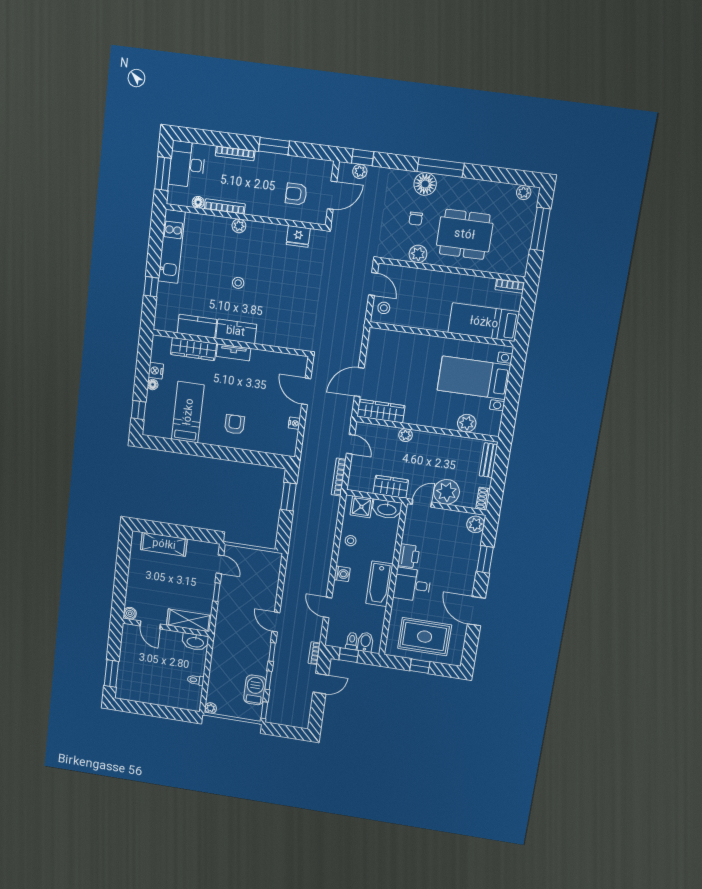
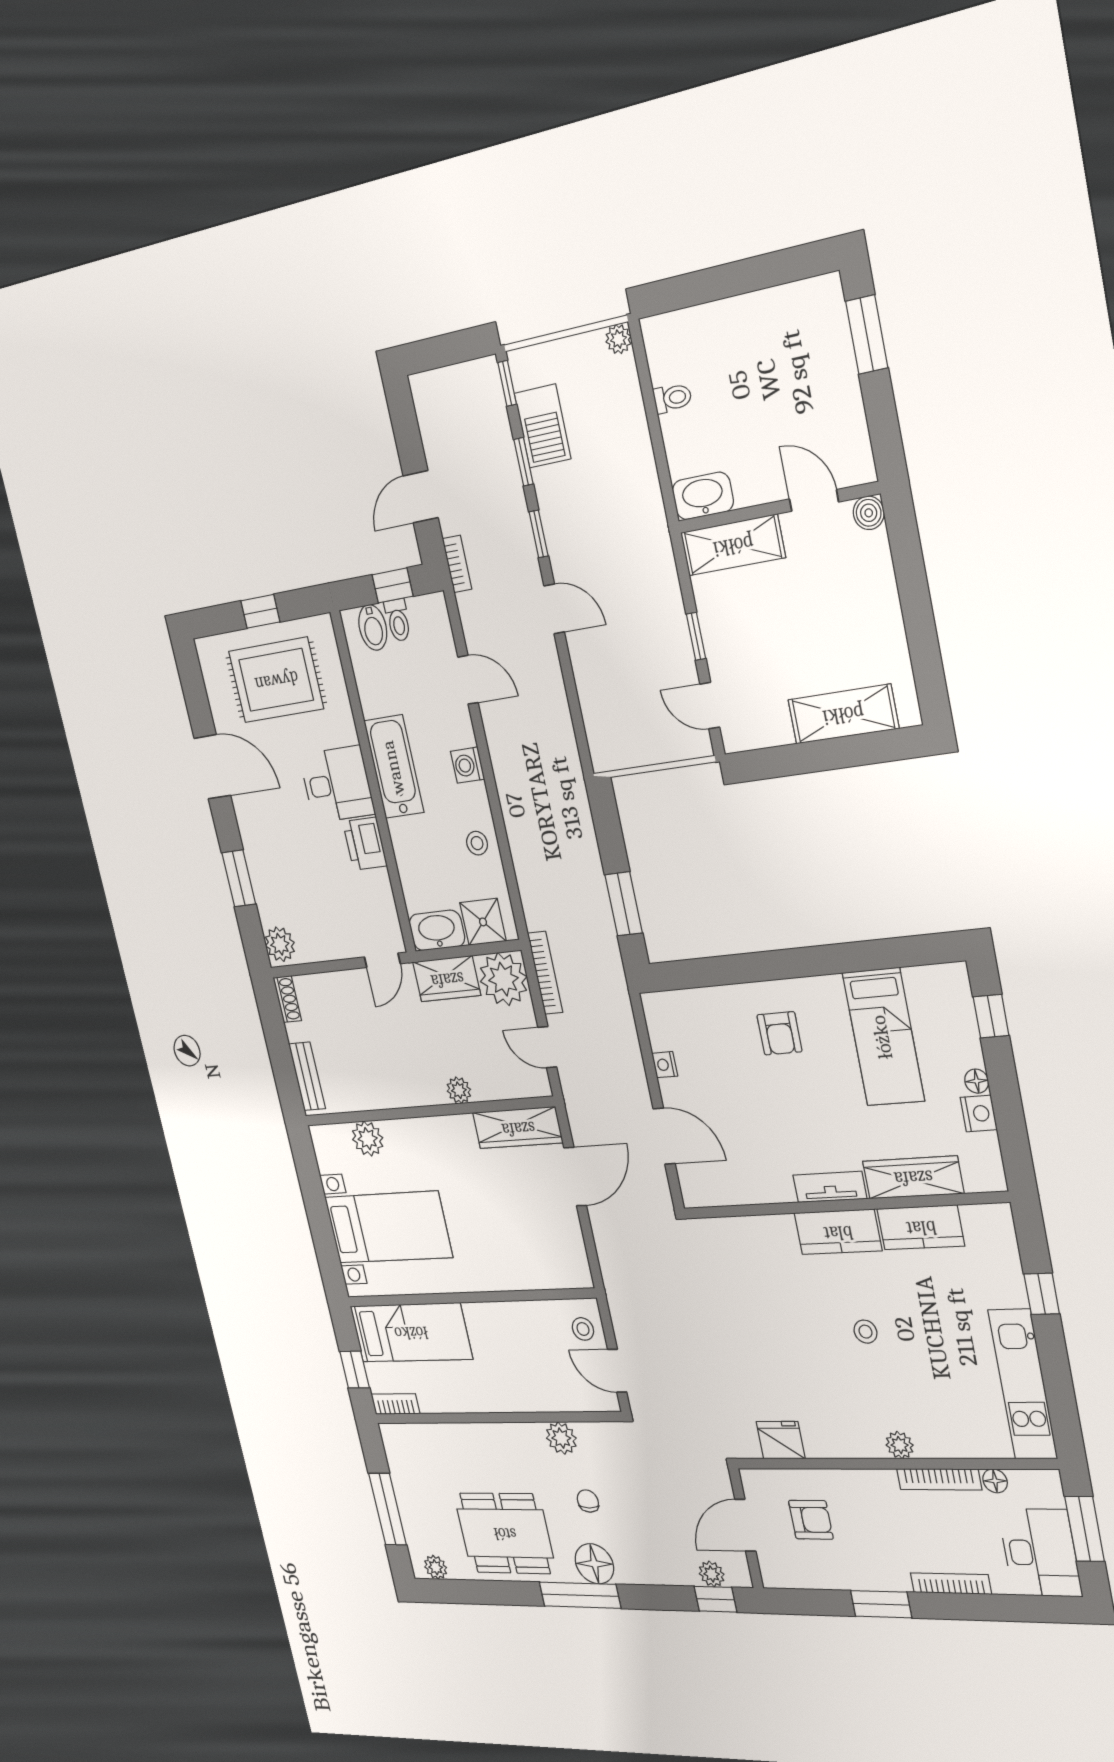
dining table: (465, 234) -> (505, 1533), moved
window: (527, 308) -> (355, 1370), added
plant: (447, 492) -> (503, 979), moved

